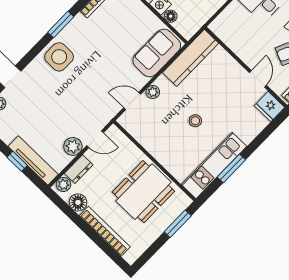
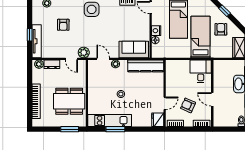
armchair: (44, 109) -> (63, 25), added
plant: (73, 146) -> (84, 52), moved
floor lamp: (78, 202) -> (37, 78), removed

